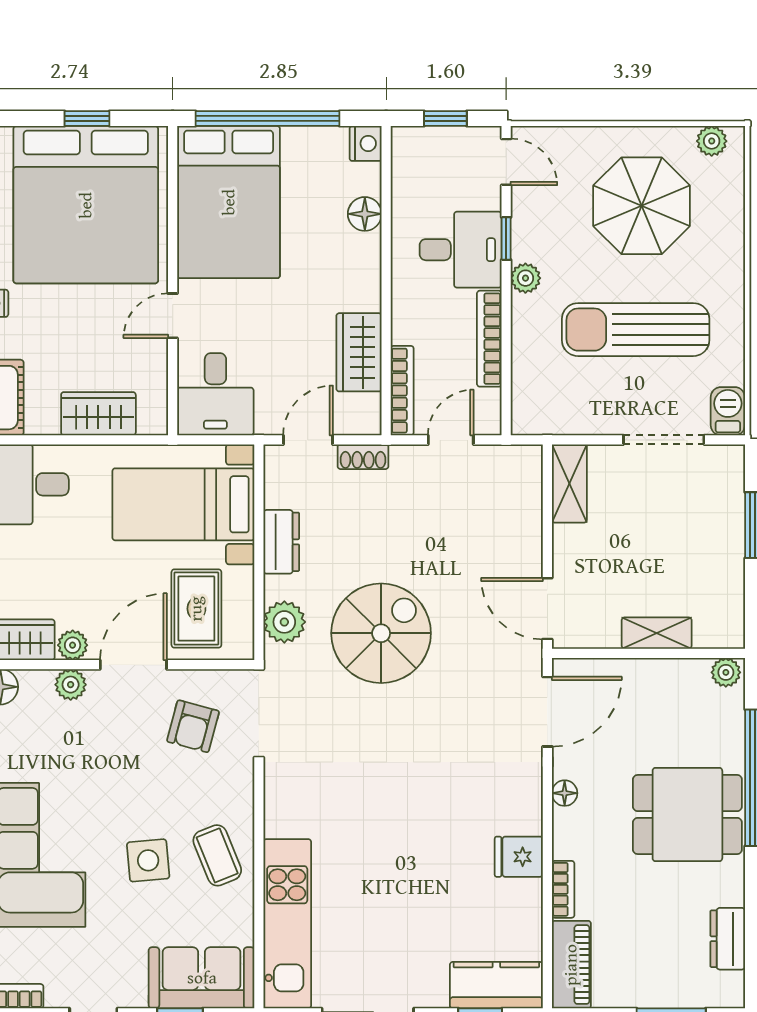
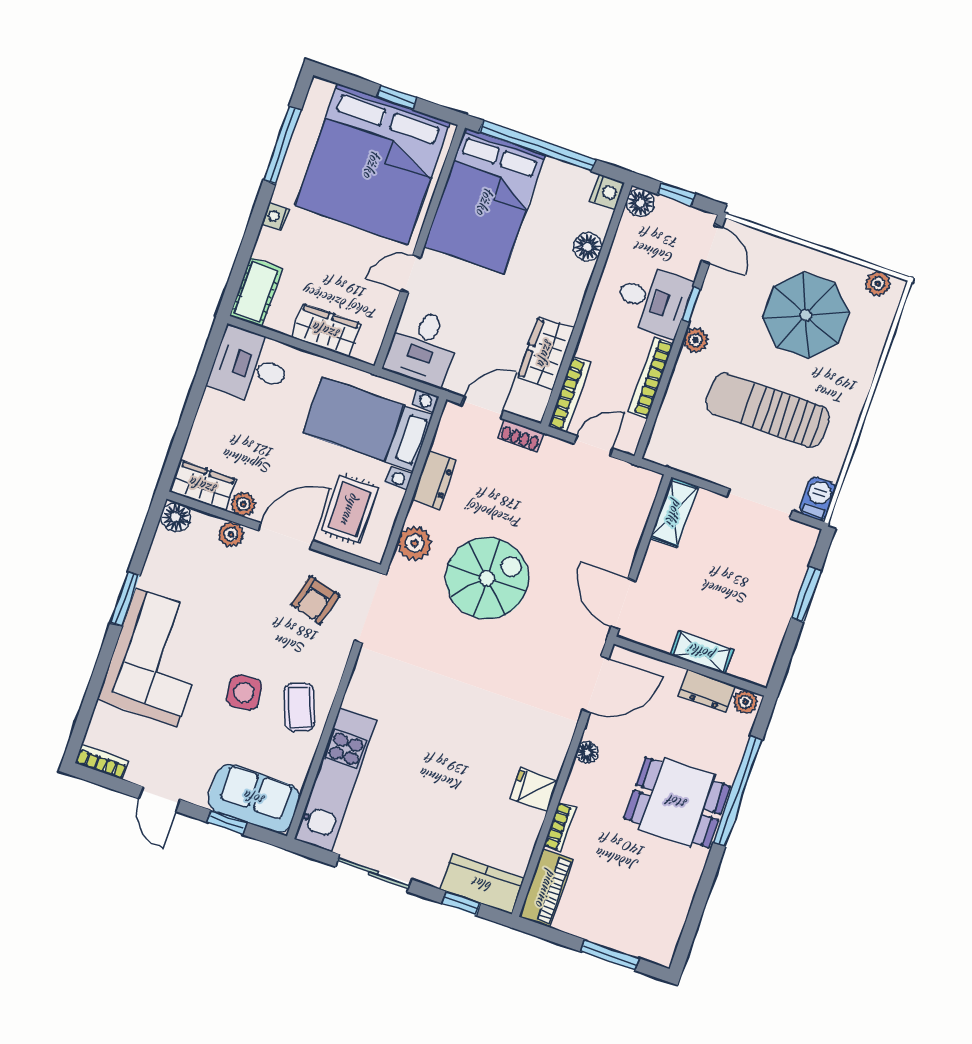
floor lamp: (408, 143) -> (640, 203), added
dresser: (728, 939) -> (707, 691), moved, turned -90

